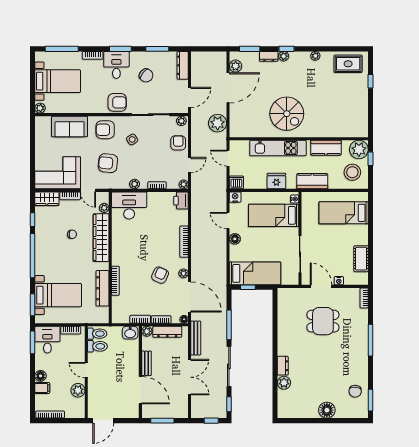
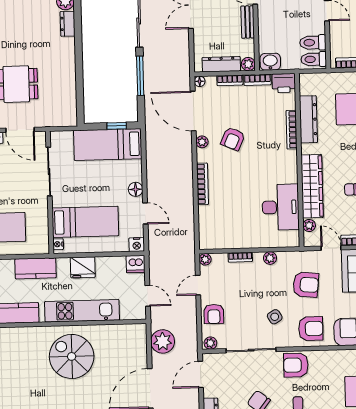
printer: (181, 201) -> (284, 83), moved, turned 90
desk: (129, 205) -> (281, 207), moved, turned -90
bench: (196, 338) -> (183, 57), removed

